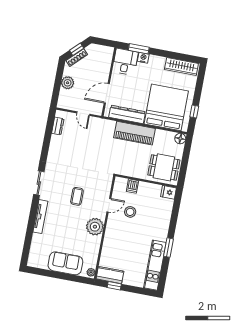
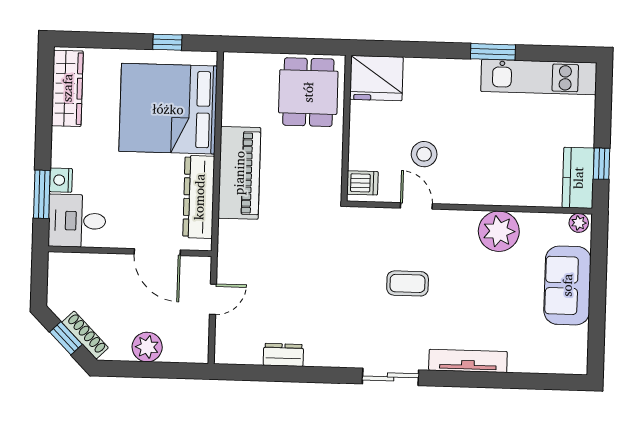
dresser: (58, 126) -> (283, 355), moved
floor lamp: (180, 139) -> (235, 65), removed
dishwasher: (132, 186) -> (362, 183), moved
fridge: (168, 192) -> (376, 78), width x1.88, depth x1.34
plant: (95, 227) -> (499, 231), moved

